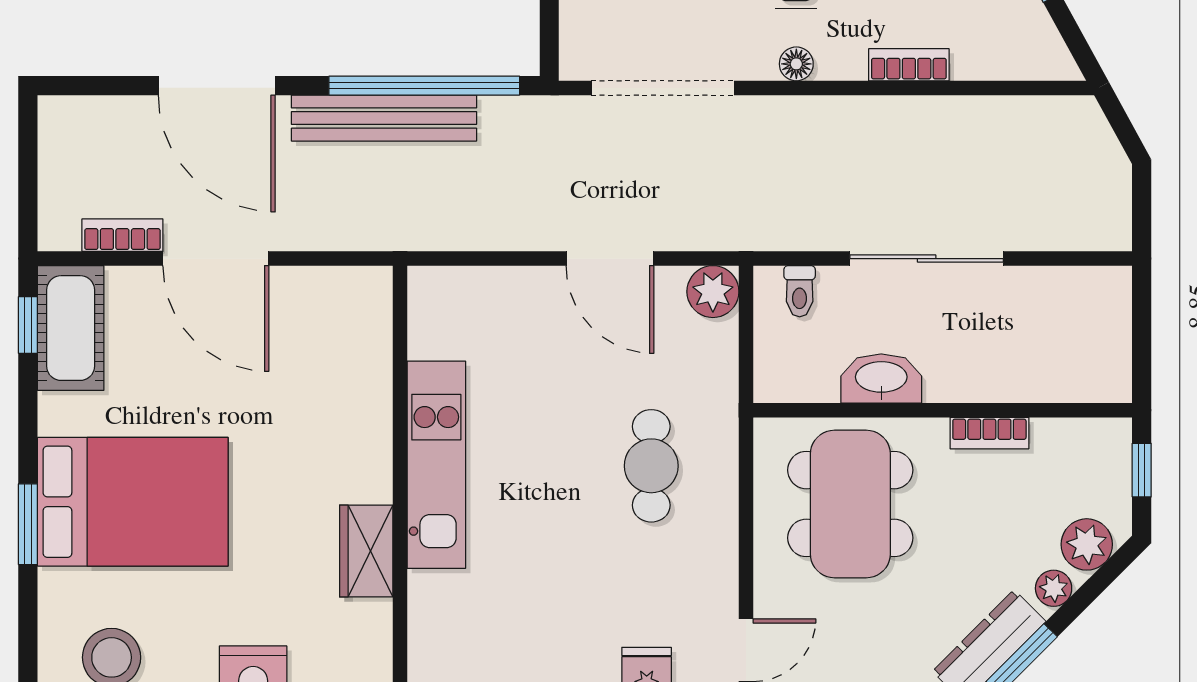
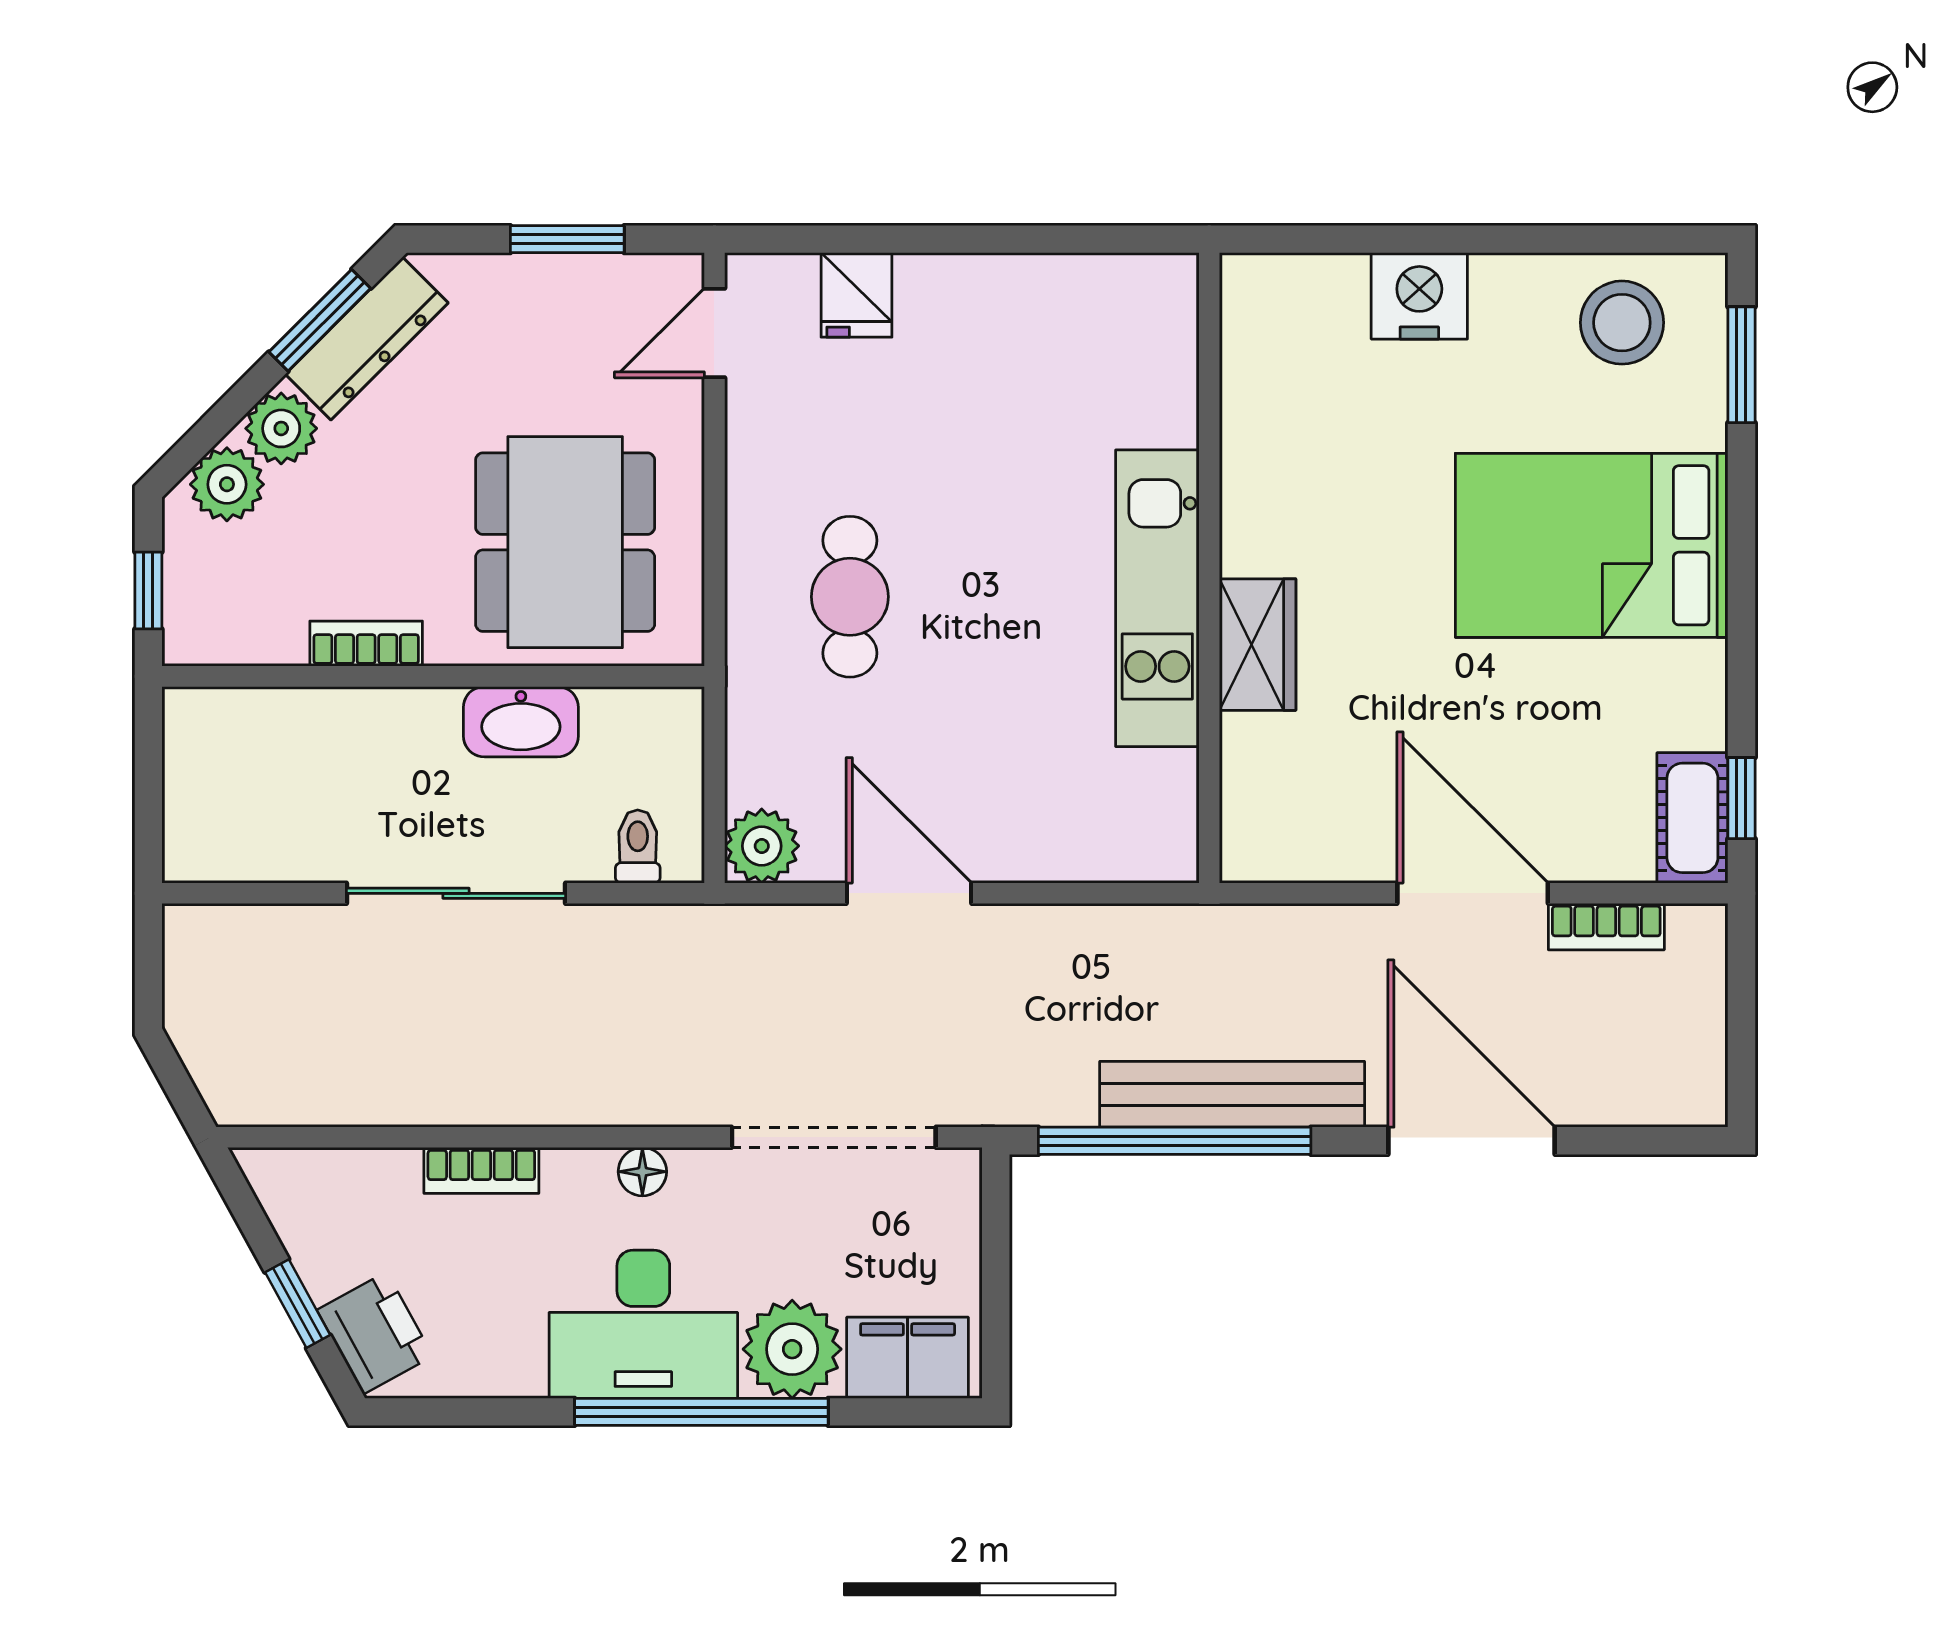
cot: (71, 328) -> (1692, 818), width x0.73, depth x0.75
window: (28, 524) -> (1741, 365), moved
wardrobe: (366, 551) -> (1258, 645), moved
plant: (1054, 588) -> (281, 428), width x1.38, depth x1.38

